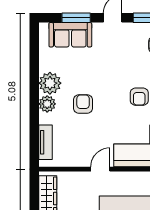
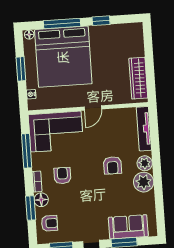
tv unit: (45, 142) -> (144, 129), width x1.41

